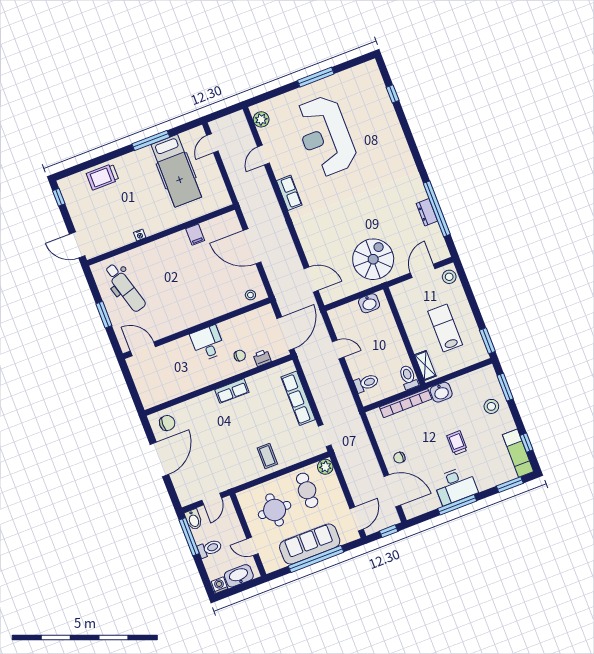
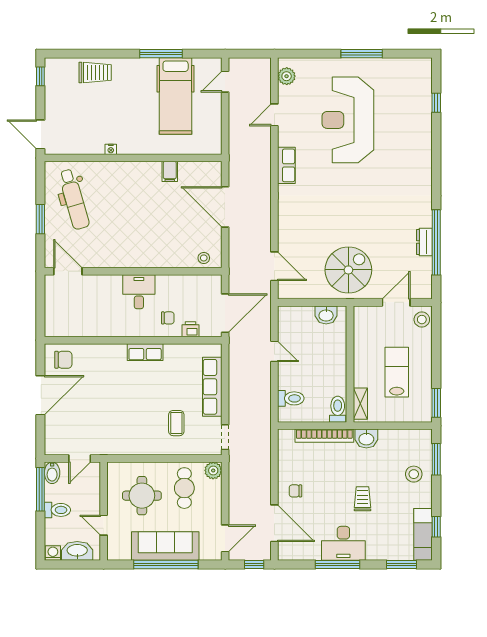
trolley: (103, 177) -> (95, 73), turned 180
coffee table: (267, 456) -> (176, 423), moved

